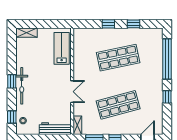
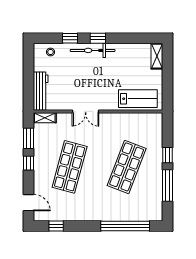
window: (133, 24) -> (168, 185), width x2.17
shop shelf: (118, 58) -> (127, 167), turned 33
window: (167, 97) -> (56, 226), moved
shop shelf: (118, 105) -> (70, 167), turned 30
window: (12, 117) -> (70, 38), moved

